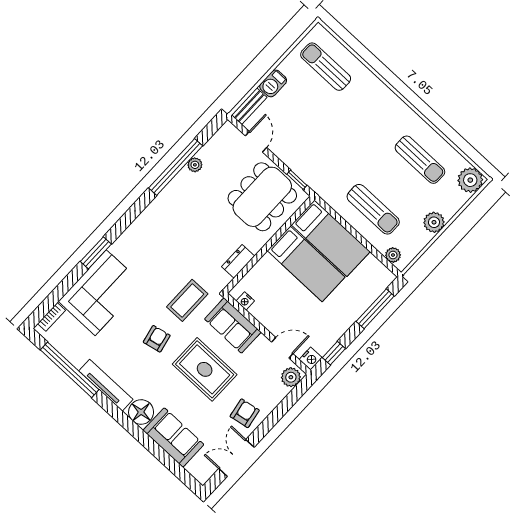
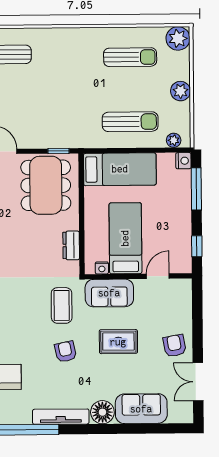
bed: (306, 264) -> (125, 238), moved, turned -90
nightstand: (311, 359) -> (183, 161), moved
rug: (205, 369) -> (118, 342), width x0.73, depth x0.70
plant: (291, 377) -> (183, 291), removed

